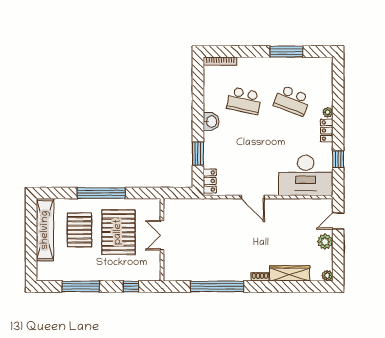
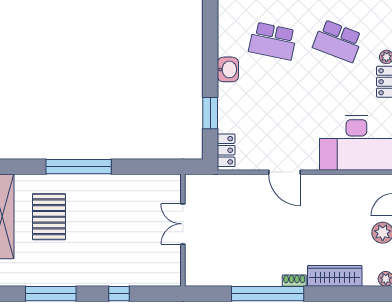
pallet: (118, 232) -> (102, 220), removed
double door: (162, 235) -> (183, 224), moved
wall: (162, 240) -> (183, 230), moved
window: (217, 286) -> (268, 294), moved

